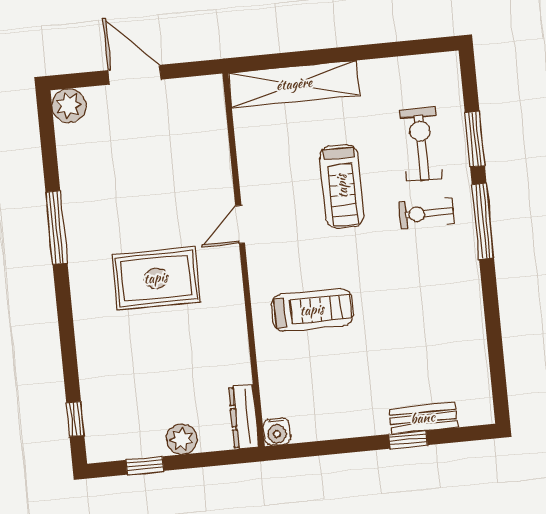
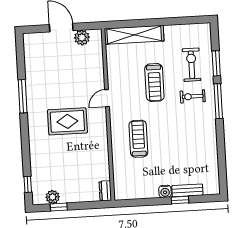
plant: (69, 106) -> (82, 38), moved
treadmill: (312, 310) -> (138, 139), turned -90
dresser: (244, 417) -> (105, 191), width x0.70
water cooler: (277, 432) -> (165, 191), moved
plant: (182, 439) -> (53, 197), moved

